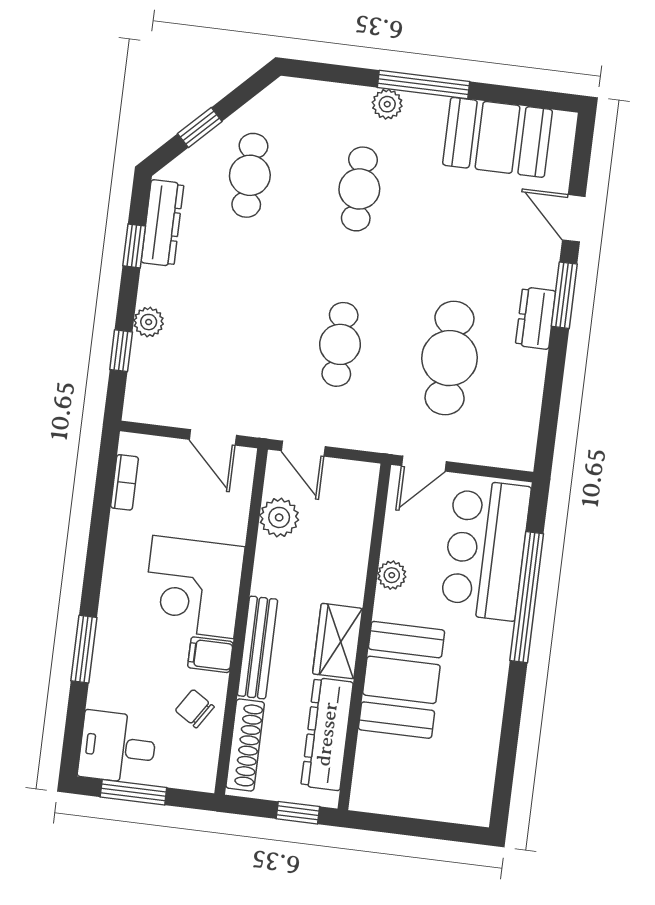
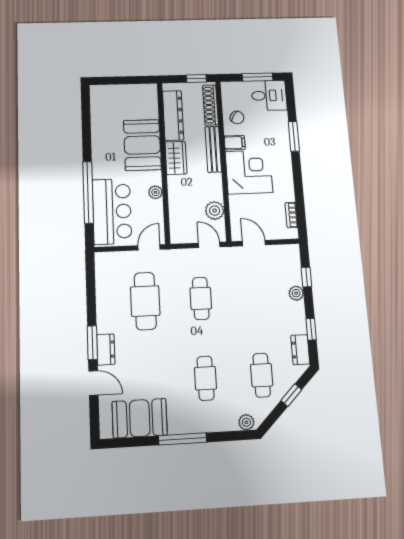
plant: (387, 104) -> (246, 422), moved
dresser: (162, 223) -> (300, 350), width x0.70
dresser: (536, 318) -> (106, 349), moved
window: (298, 813) -> (196, 79), moved

